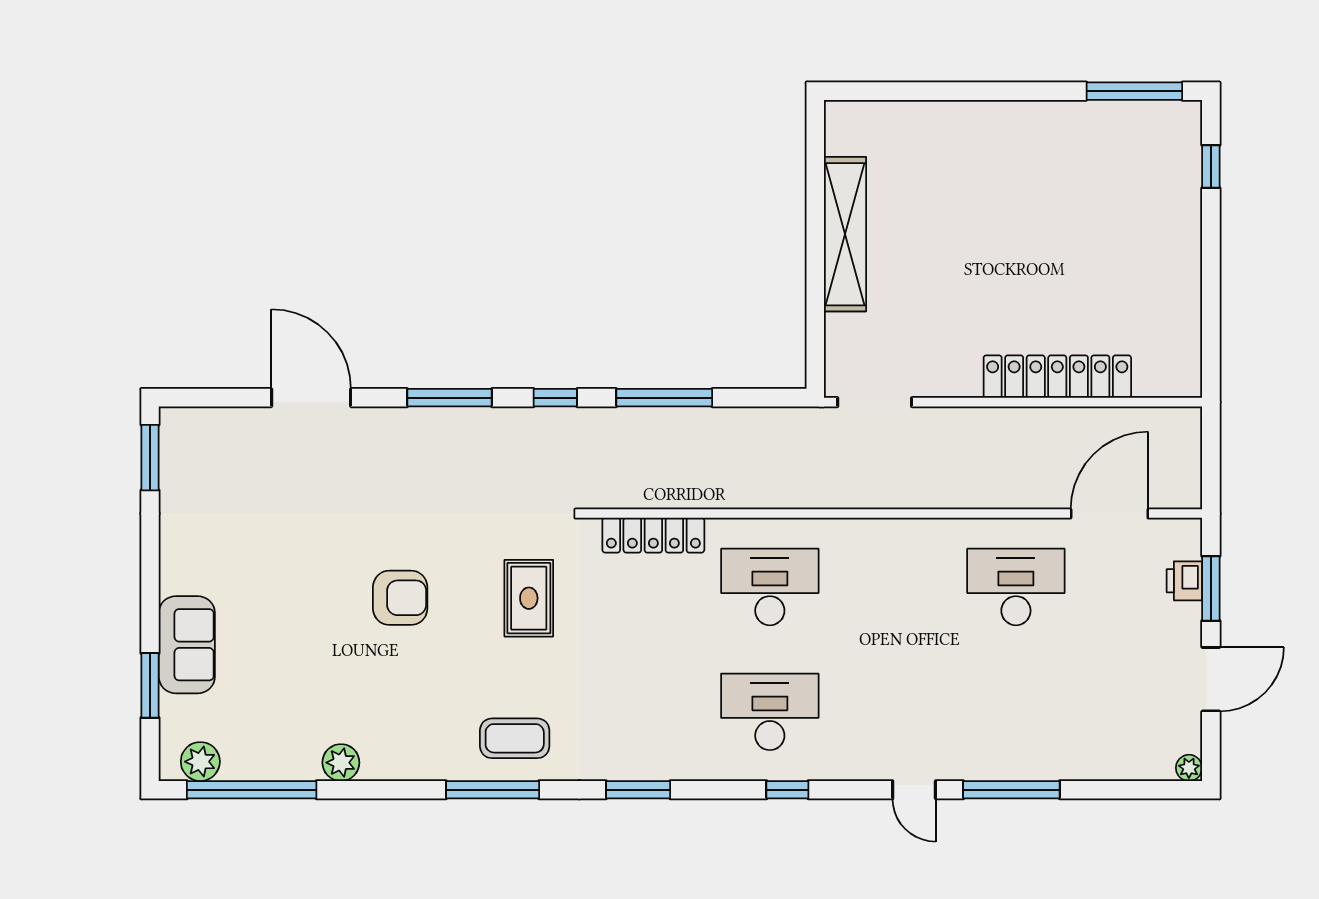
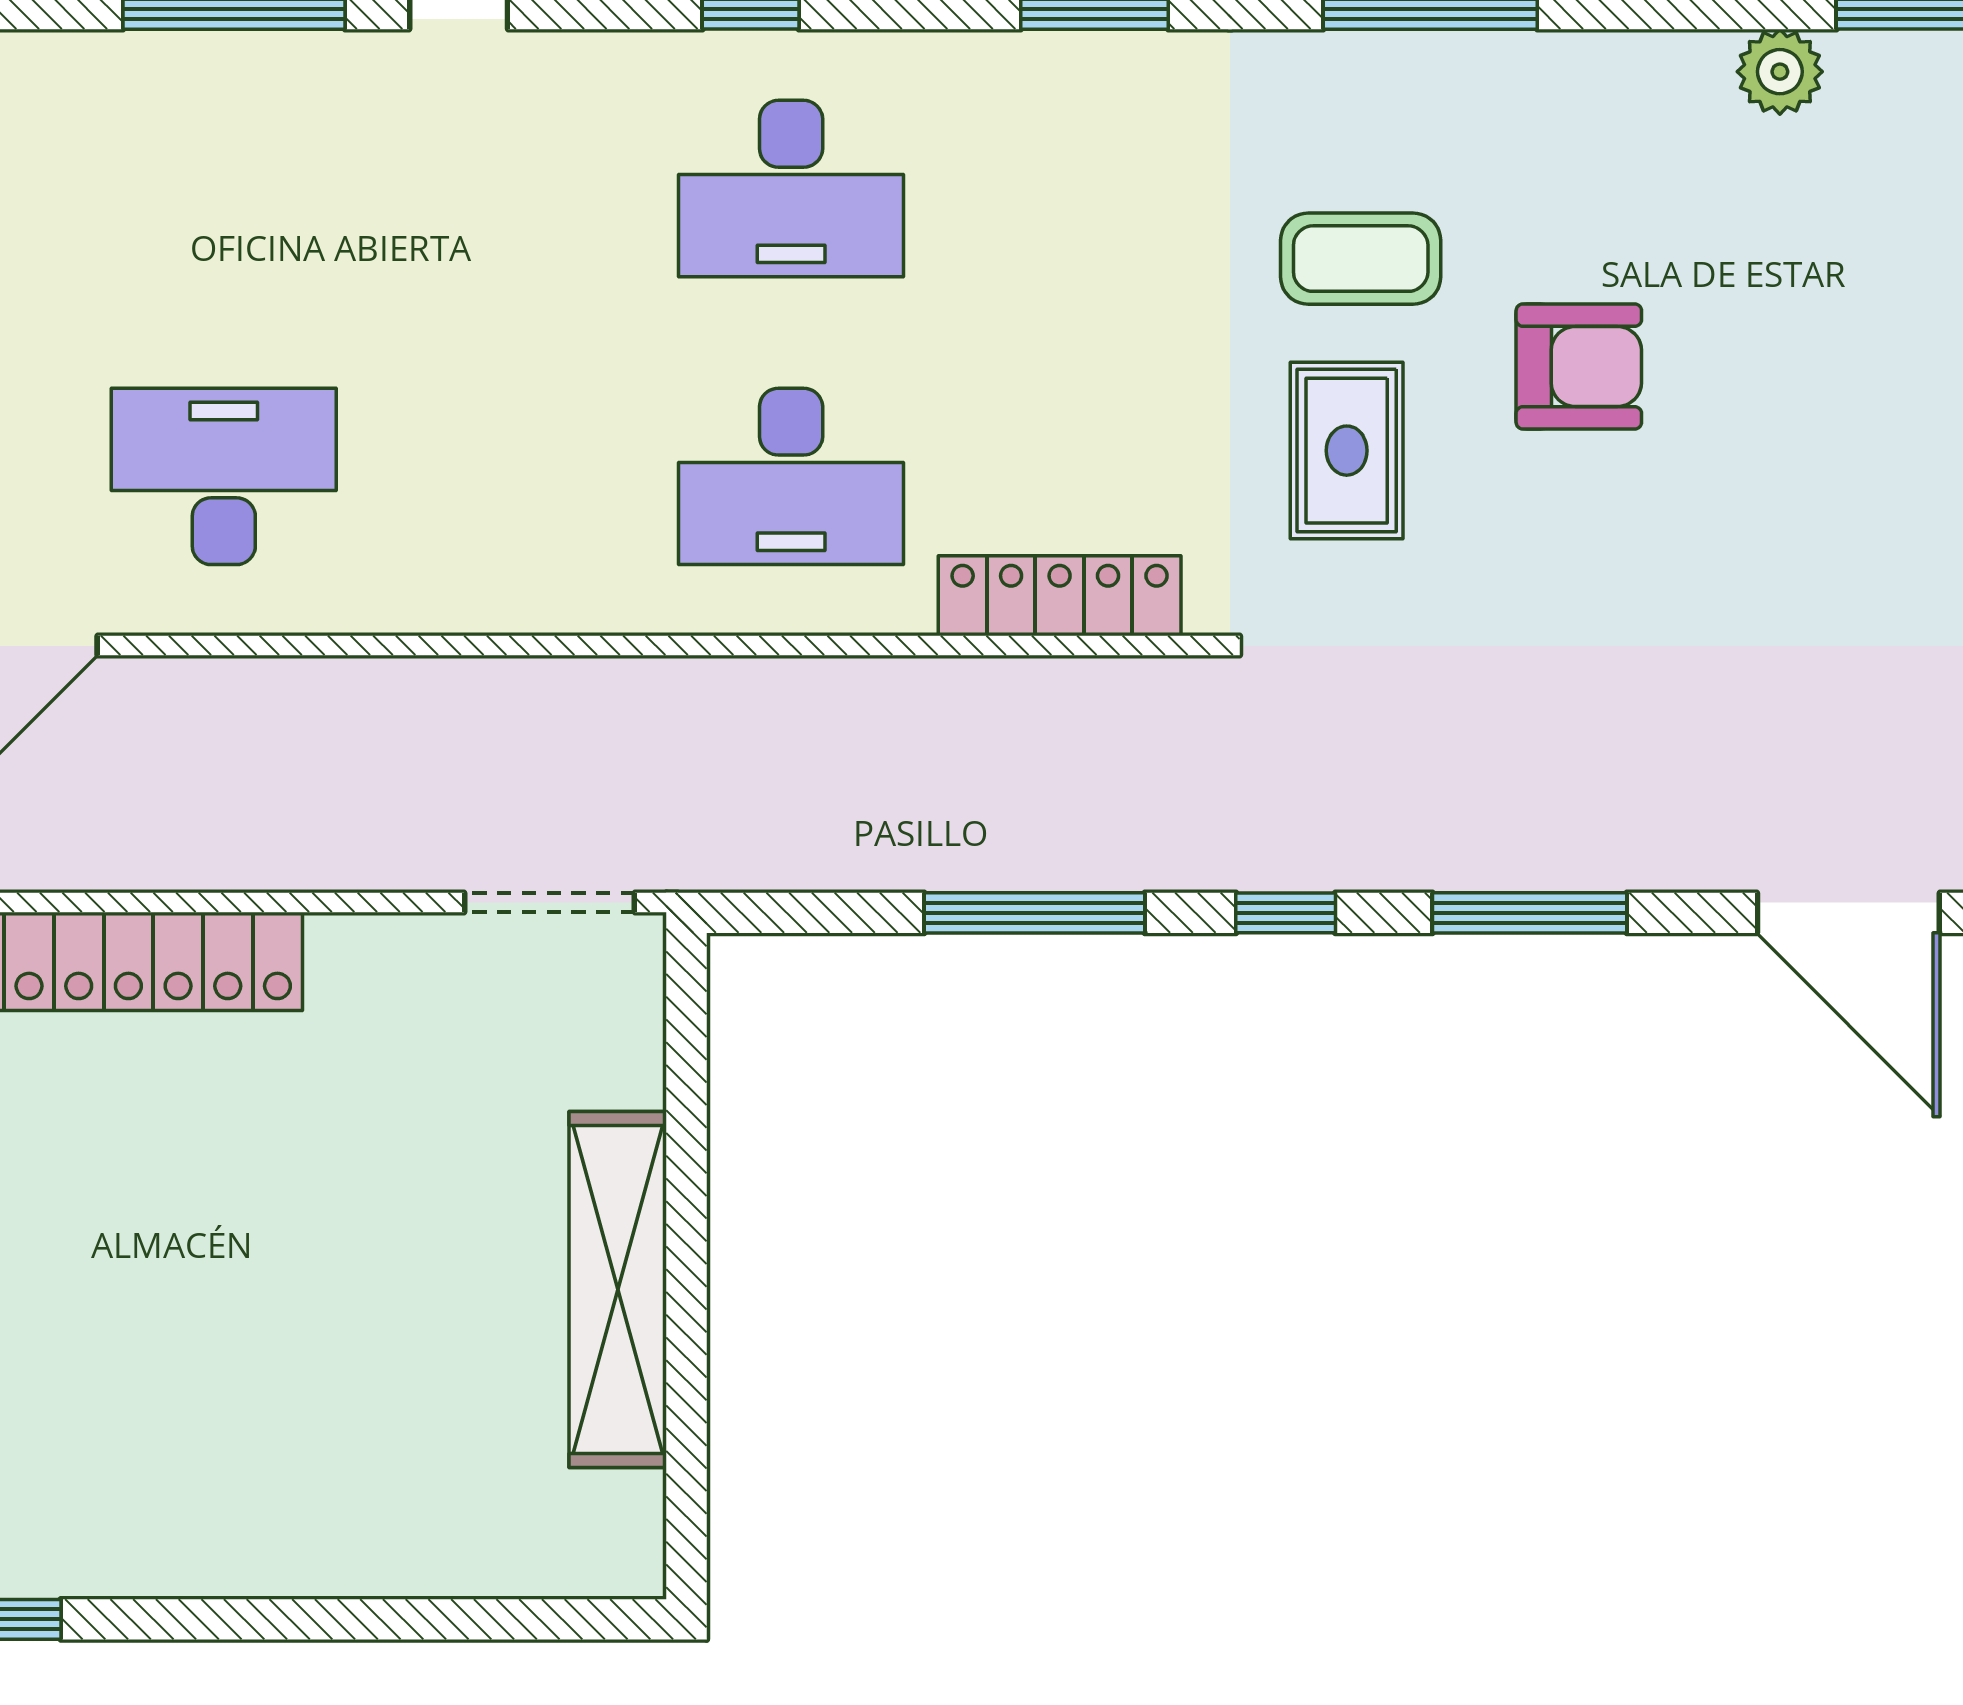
desk: (1016, 587) -> (224, 476), turned 180
armchair: (400, 598) -> (1579, 366), moved, turned 180
coffee table: (515, 738) -> (1361, 259), moved

